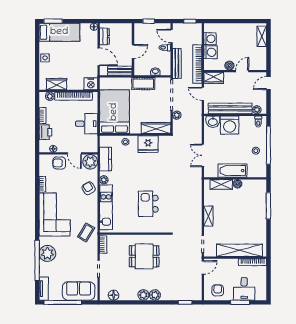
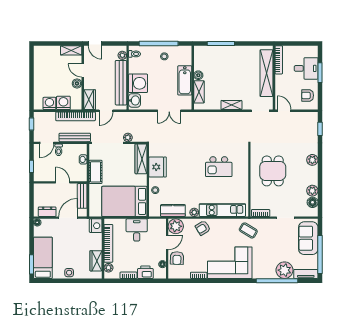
shelving: (262, 36) -> (71, 50), moved
plant: (47, 253) -> (285, 270), moved
plant: (143, 295) -> (312, 191), moved

